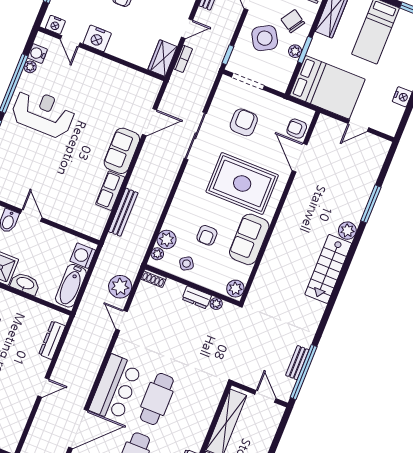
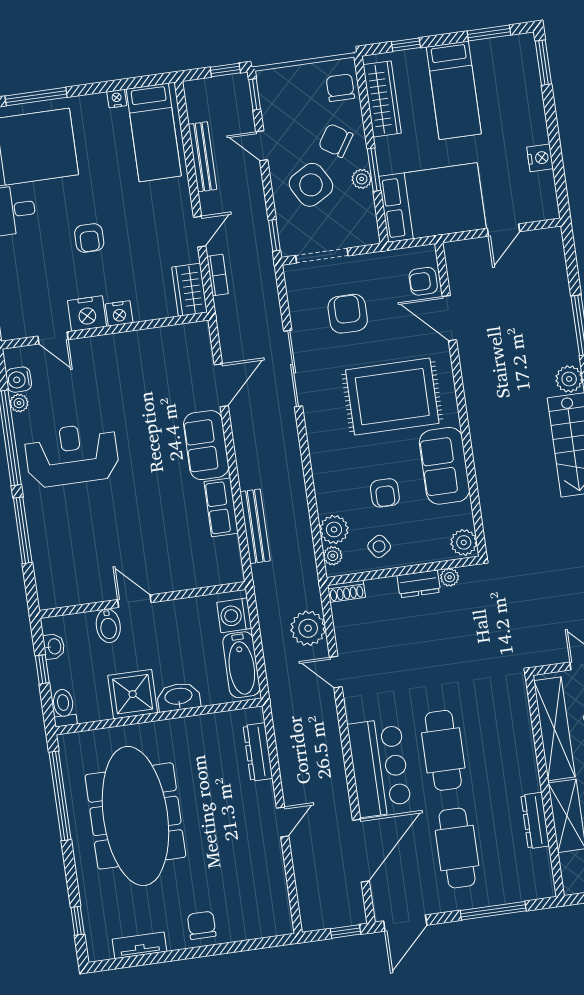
nightstand: (55, 25) -> (119, 313), moved

